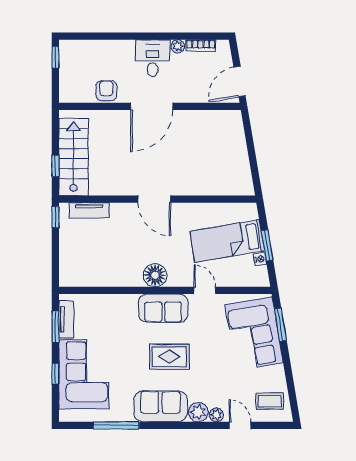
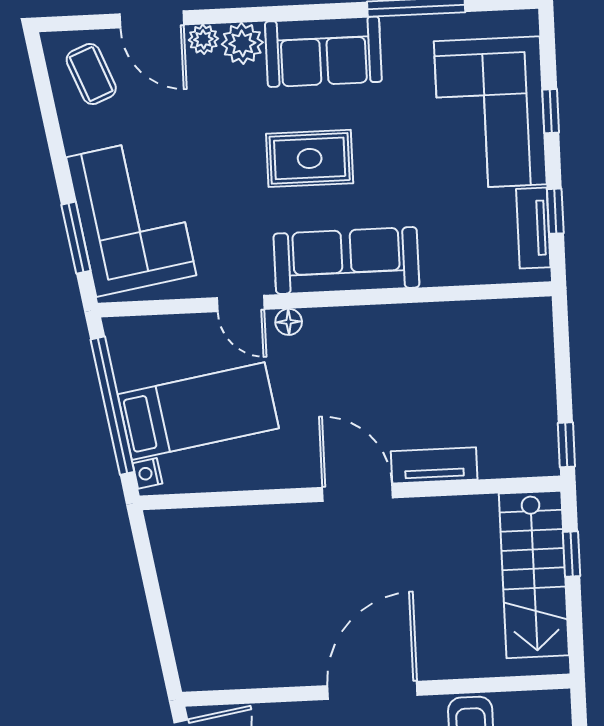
tv unit: (89, 210) -> (434, 465), moved
window: (267, 245) -> (112, 406), width x2.11
nightstand: (260, 259) -> (147, 473), moved
floor lamp: (155, 275) -> (289, 322), moved, width x0.53, depth x0.53
sofa: (163, 308) -> (346, 261), width x1.36
window: (55, 327) -> (555, 211), width x0.67
coffee table: (270, 401) -> (91, 74), turned 68
door: (240, 425) -> (152, 19), width x1.38

